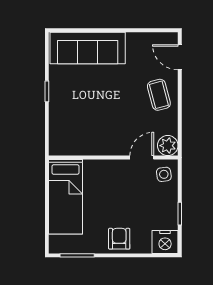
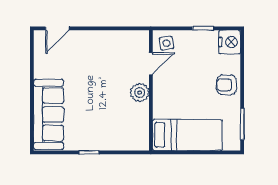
coffee table: (159, 95) -> (92, 48), removed
plant: (168, 146) -> (140, 93), moved
door: (142, 158) -> (151, 64), swing flipped

